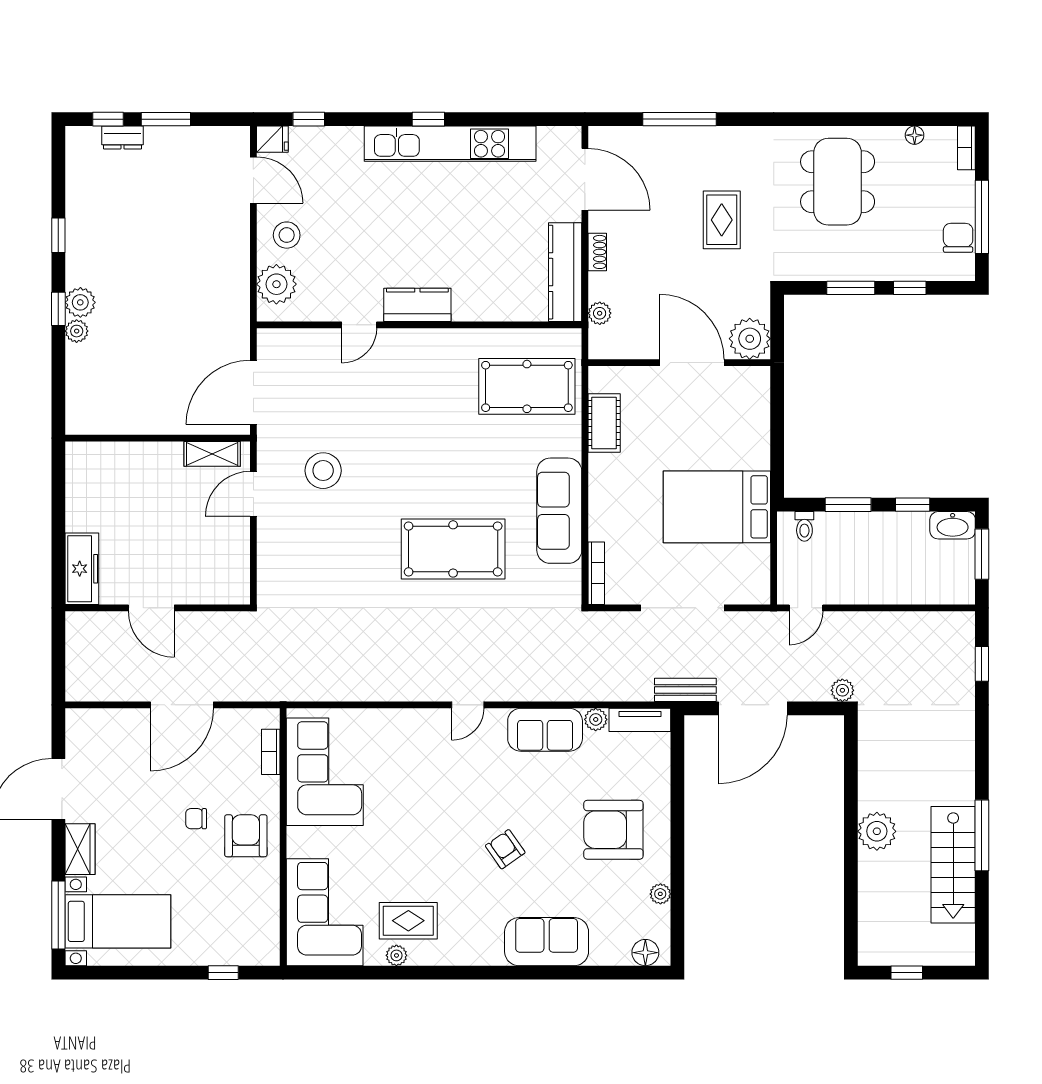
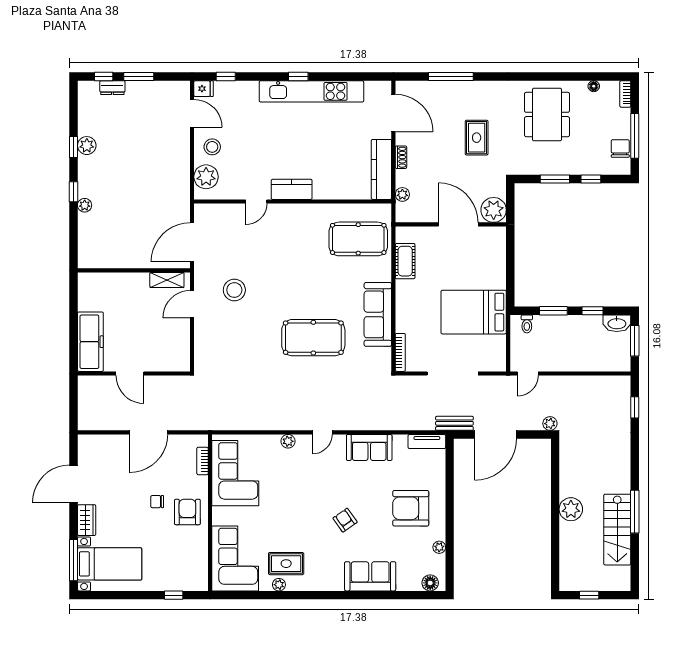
plant: (80, 302) -> (87, 146), moved
freezer: (82, 569) -> (90, 342), width x1.36, depth x1.26
plant: (596, 719) -> (288, 441), moved

